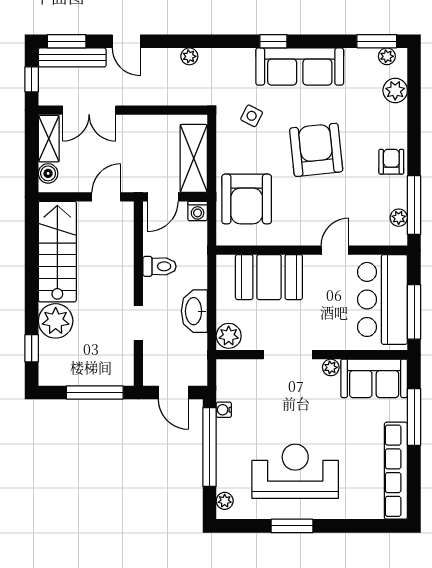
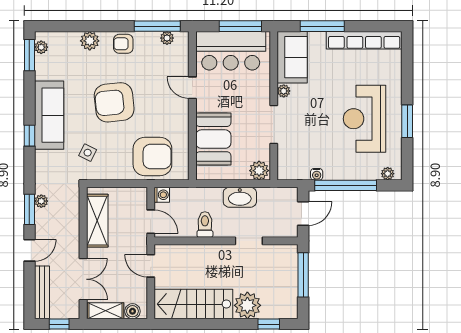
window: (67, 41) -> (29, 209), moved
plant: (395, 90) -> (90, 41), moved
shelving: (194, 158) -> (97, 221), moved, turned 90

